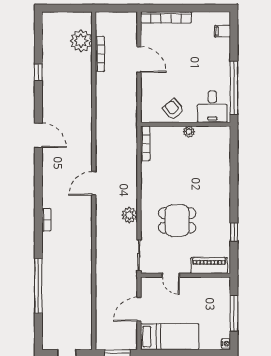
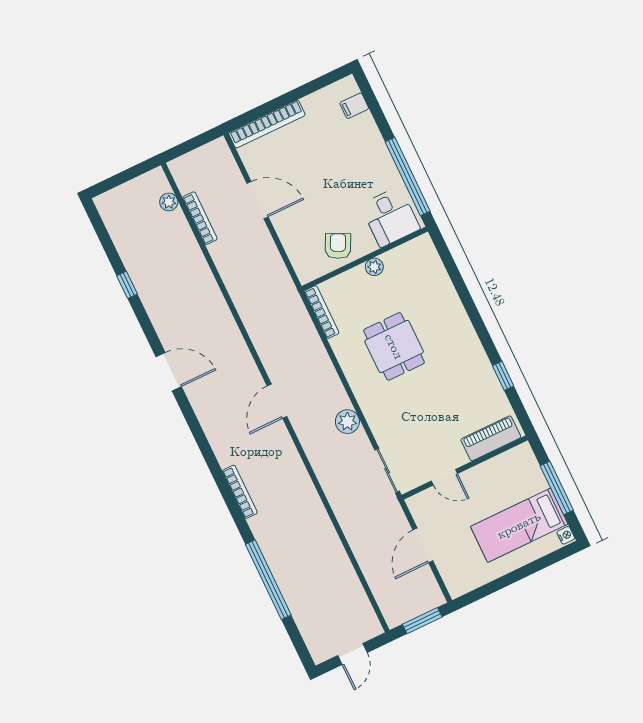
plant: (81, 41) -> (169, 202), width x0.53, depth x0.53
armchair: (173, 109) -> (338, 246), turned 66
bookcase: (46, 220) -> (240, 492), width x1.56
dining table: (177, 221) -> (394, 346), moved, turned 90
bed: (170, 337) -> (519, 525), moved, turned 180

